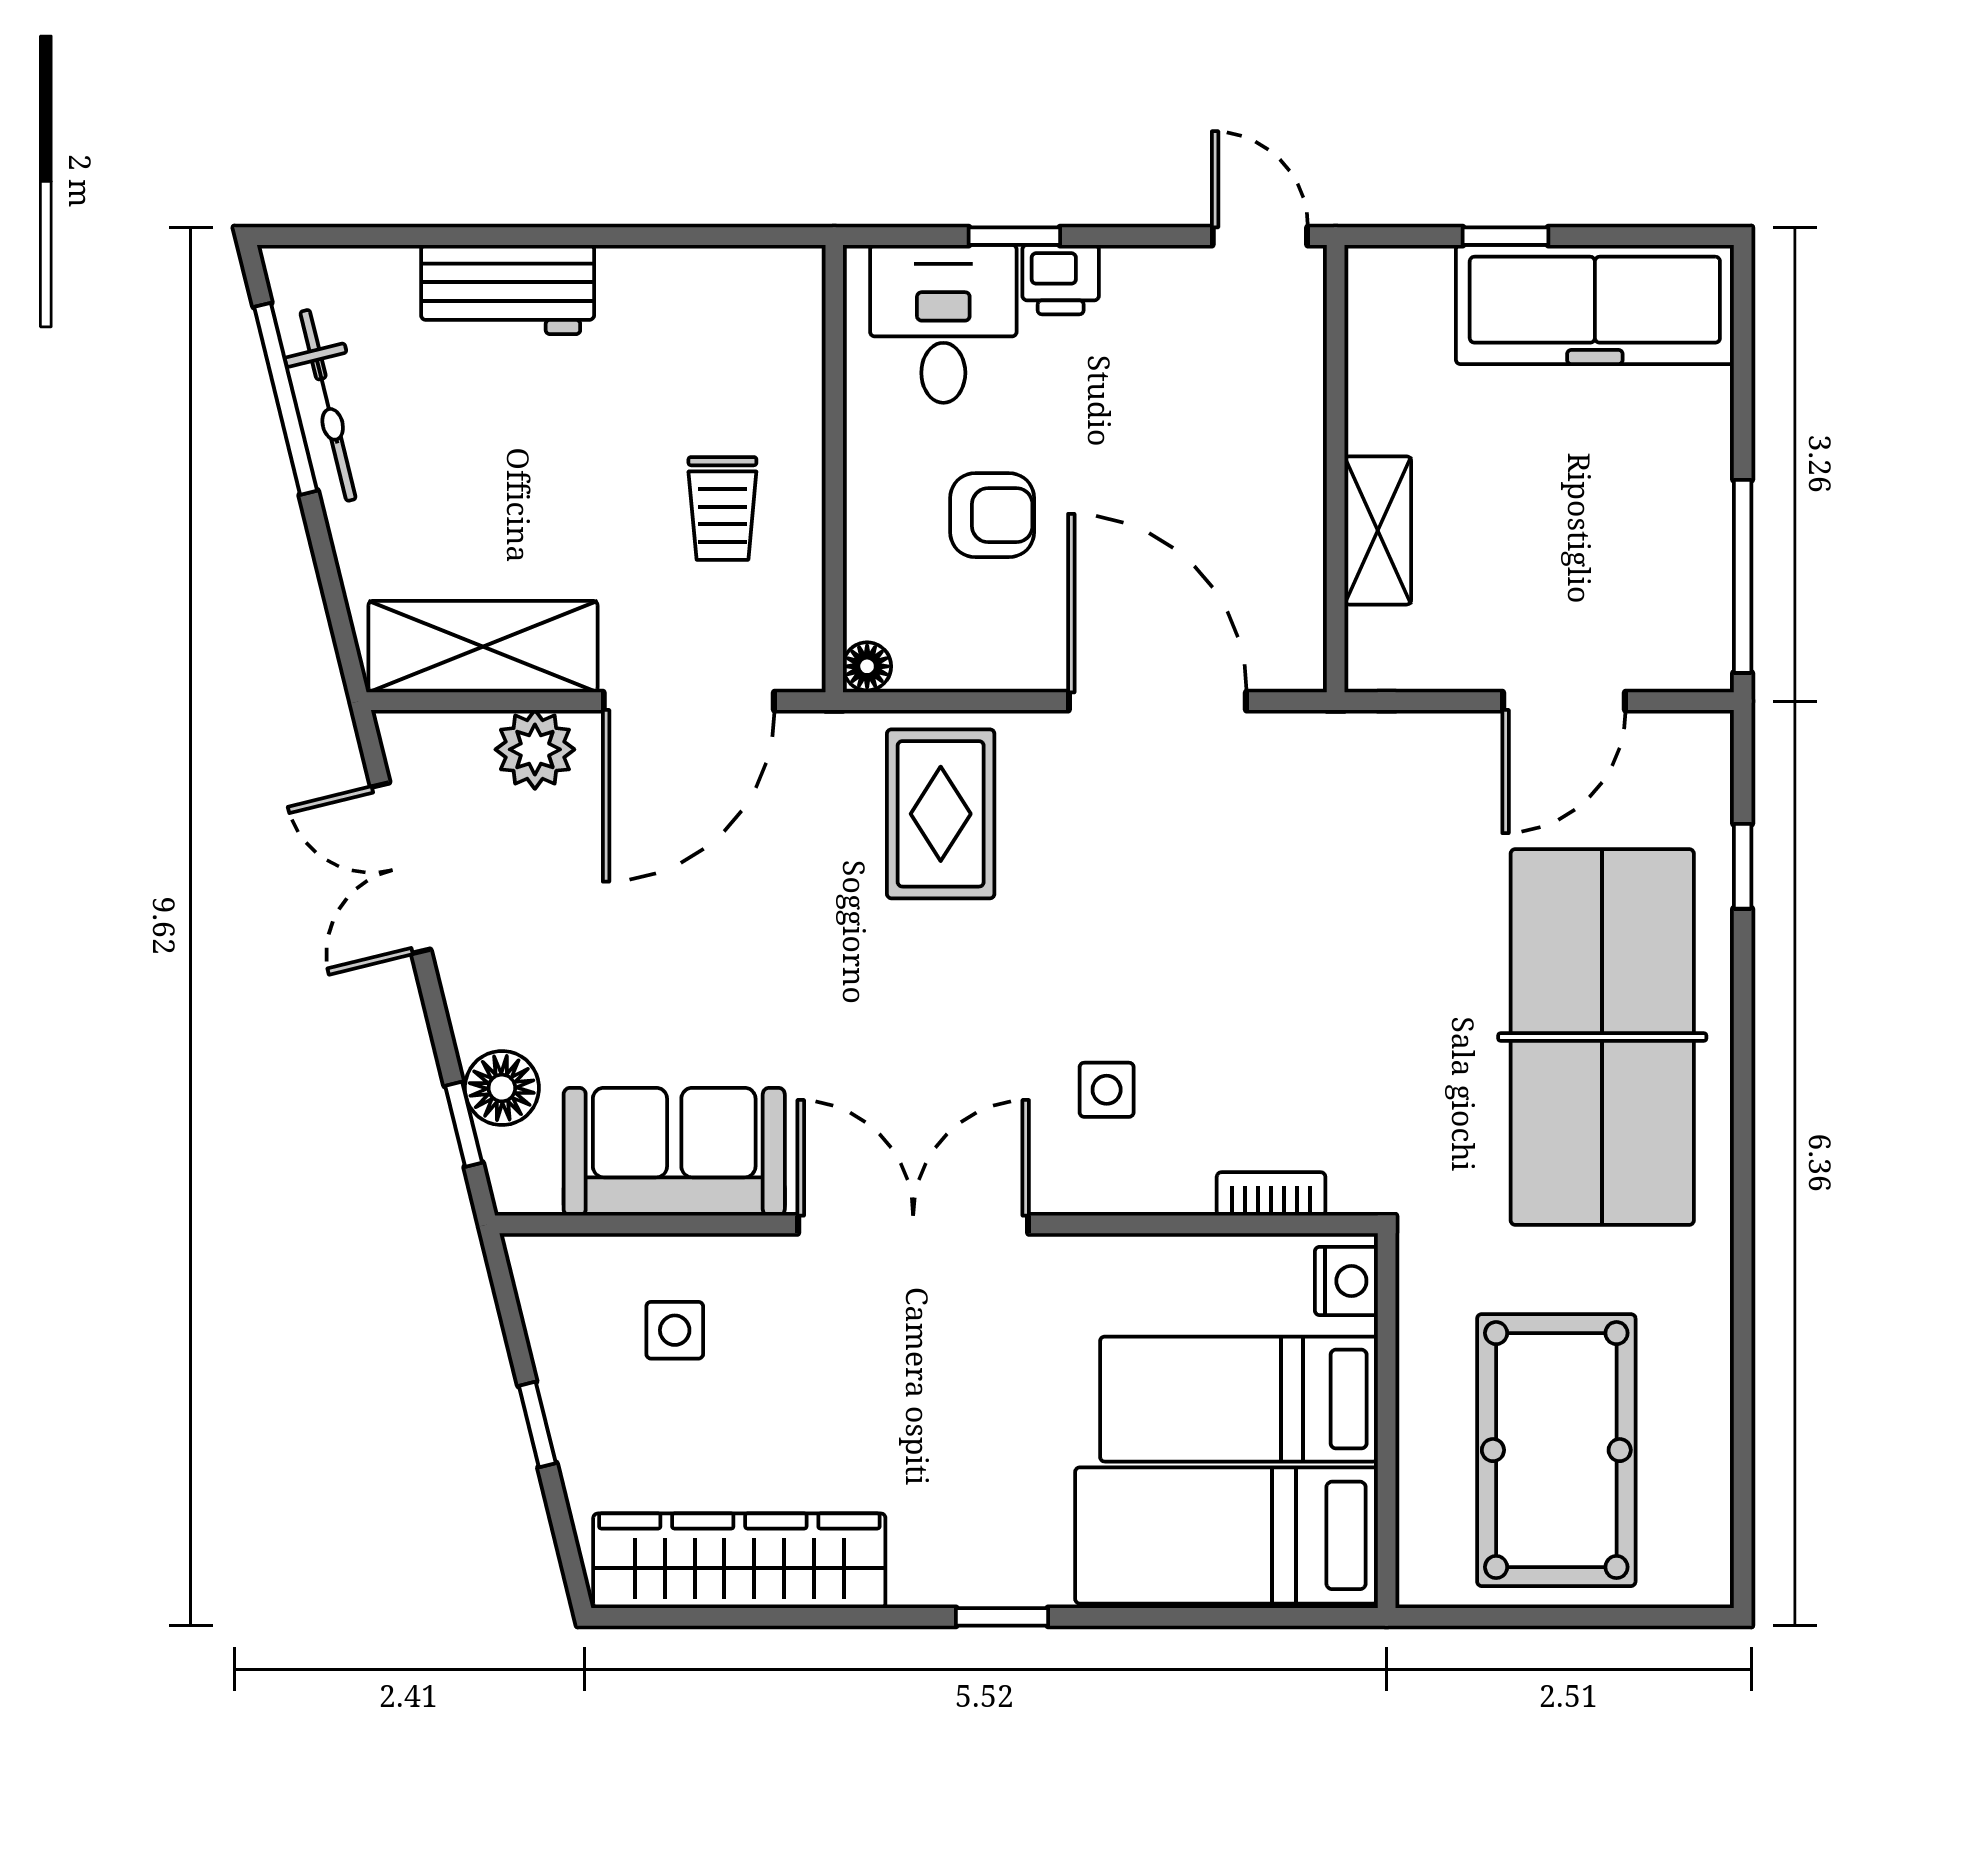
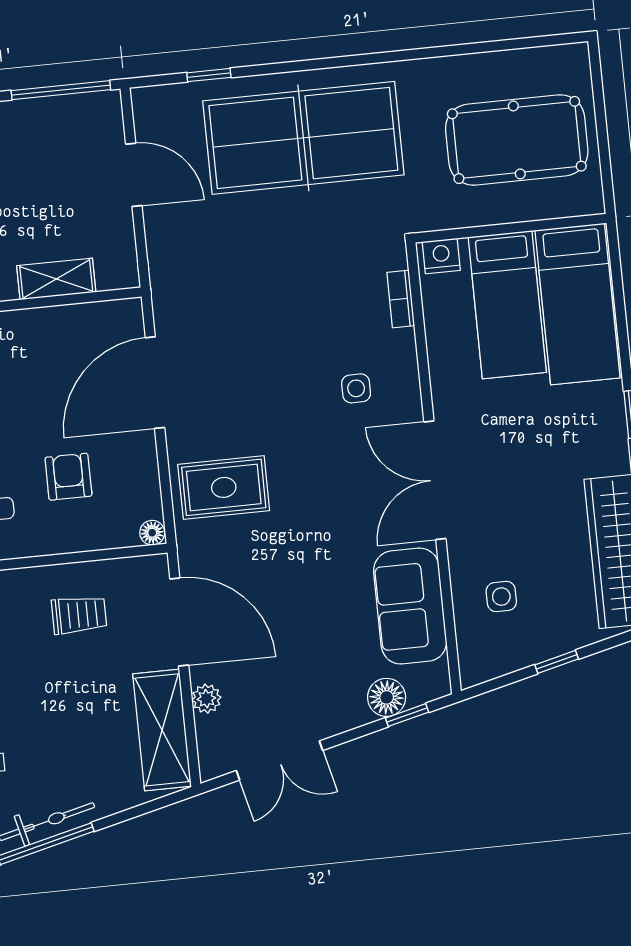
plant: (535, 749) -> (206, 699), width x0.73, depth x0.73

